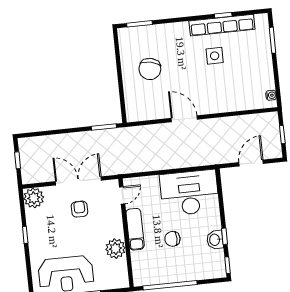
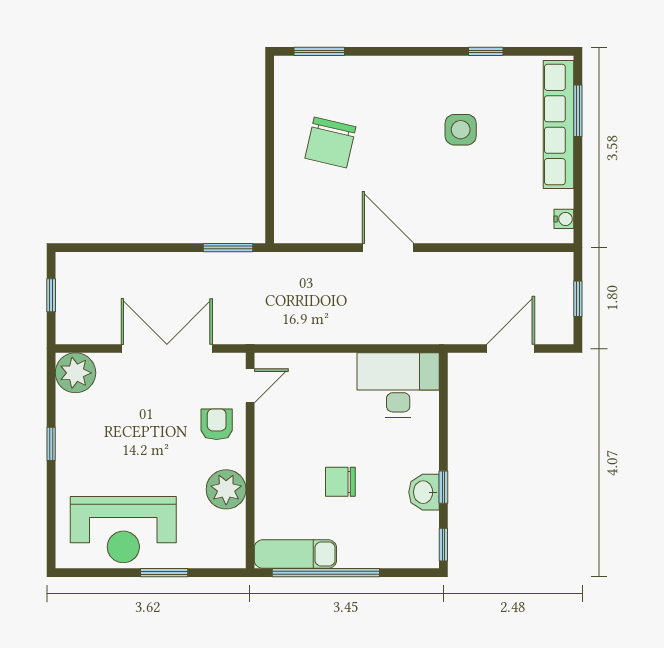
row of seats: (222, 25) -> (559, 125), moved, turned 90
desk: (189, 193) -> (398, 385), width x0.73, depth x0.77
armchair: (79, 209) -> (217, 424), moved
exam couch: (135, 229) -> (295, 554), moved, turned -90

